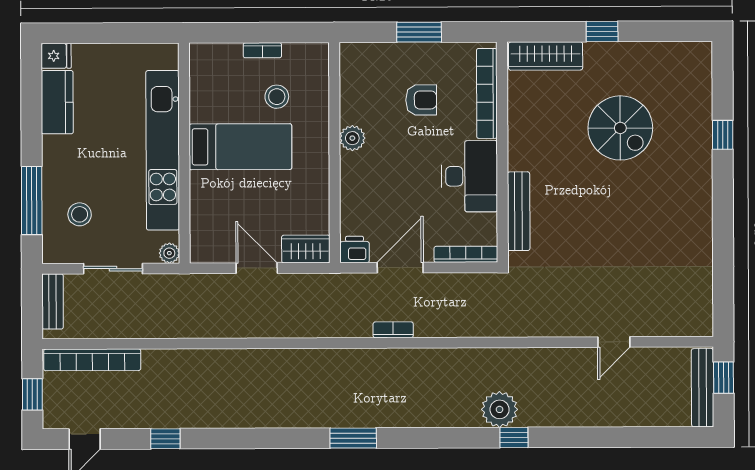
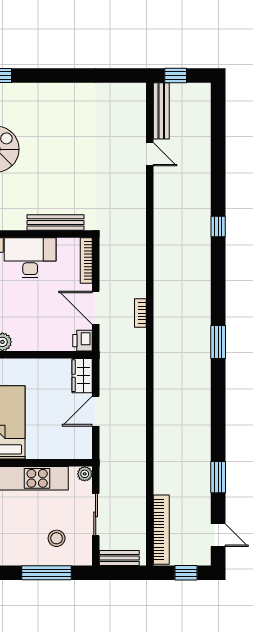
bench: (703, 388) -> (161, 111), moved, turned 90
plant: (500, 409) -> (198, 237), removed
window: (165, 439) -> (218, 477), width x1.50

